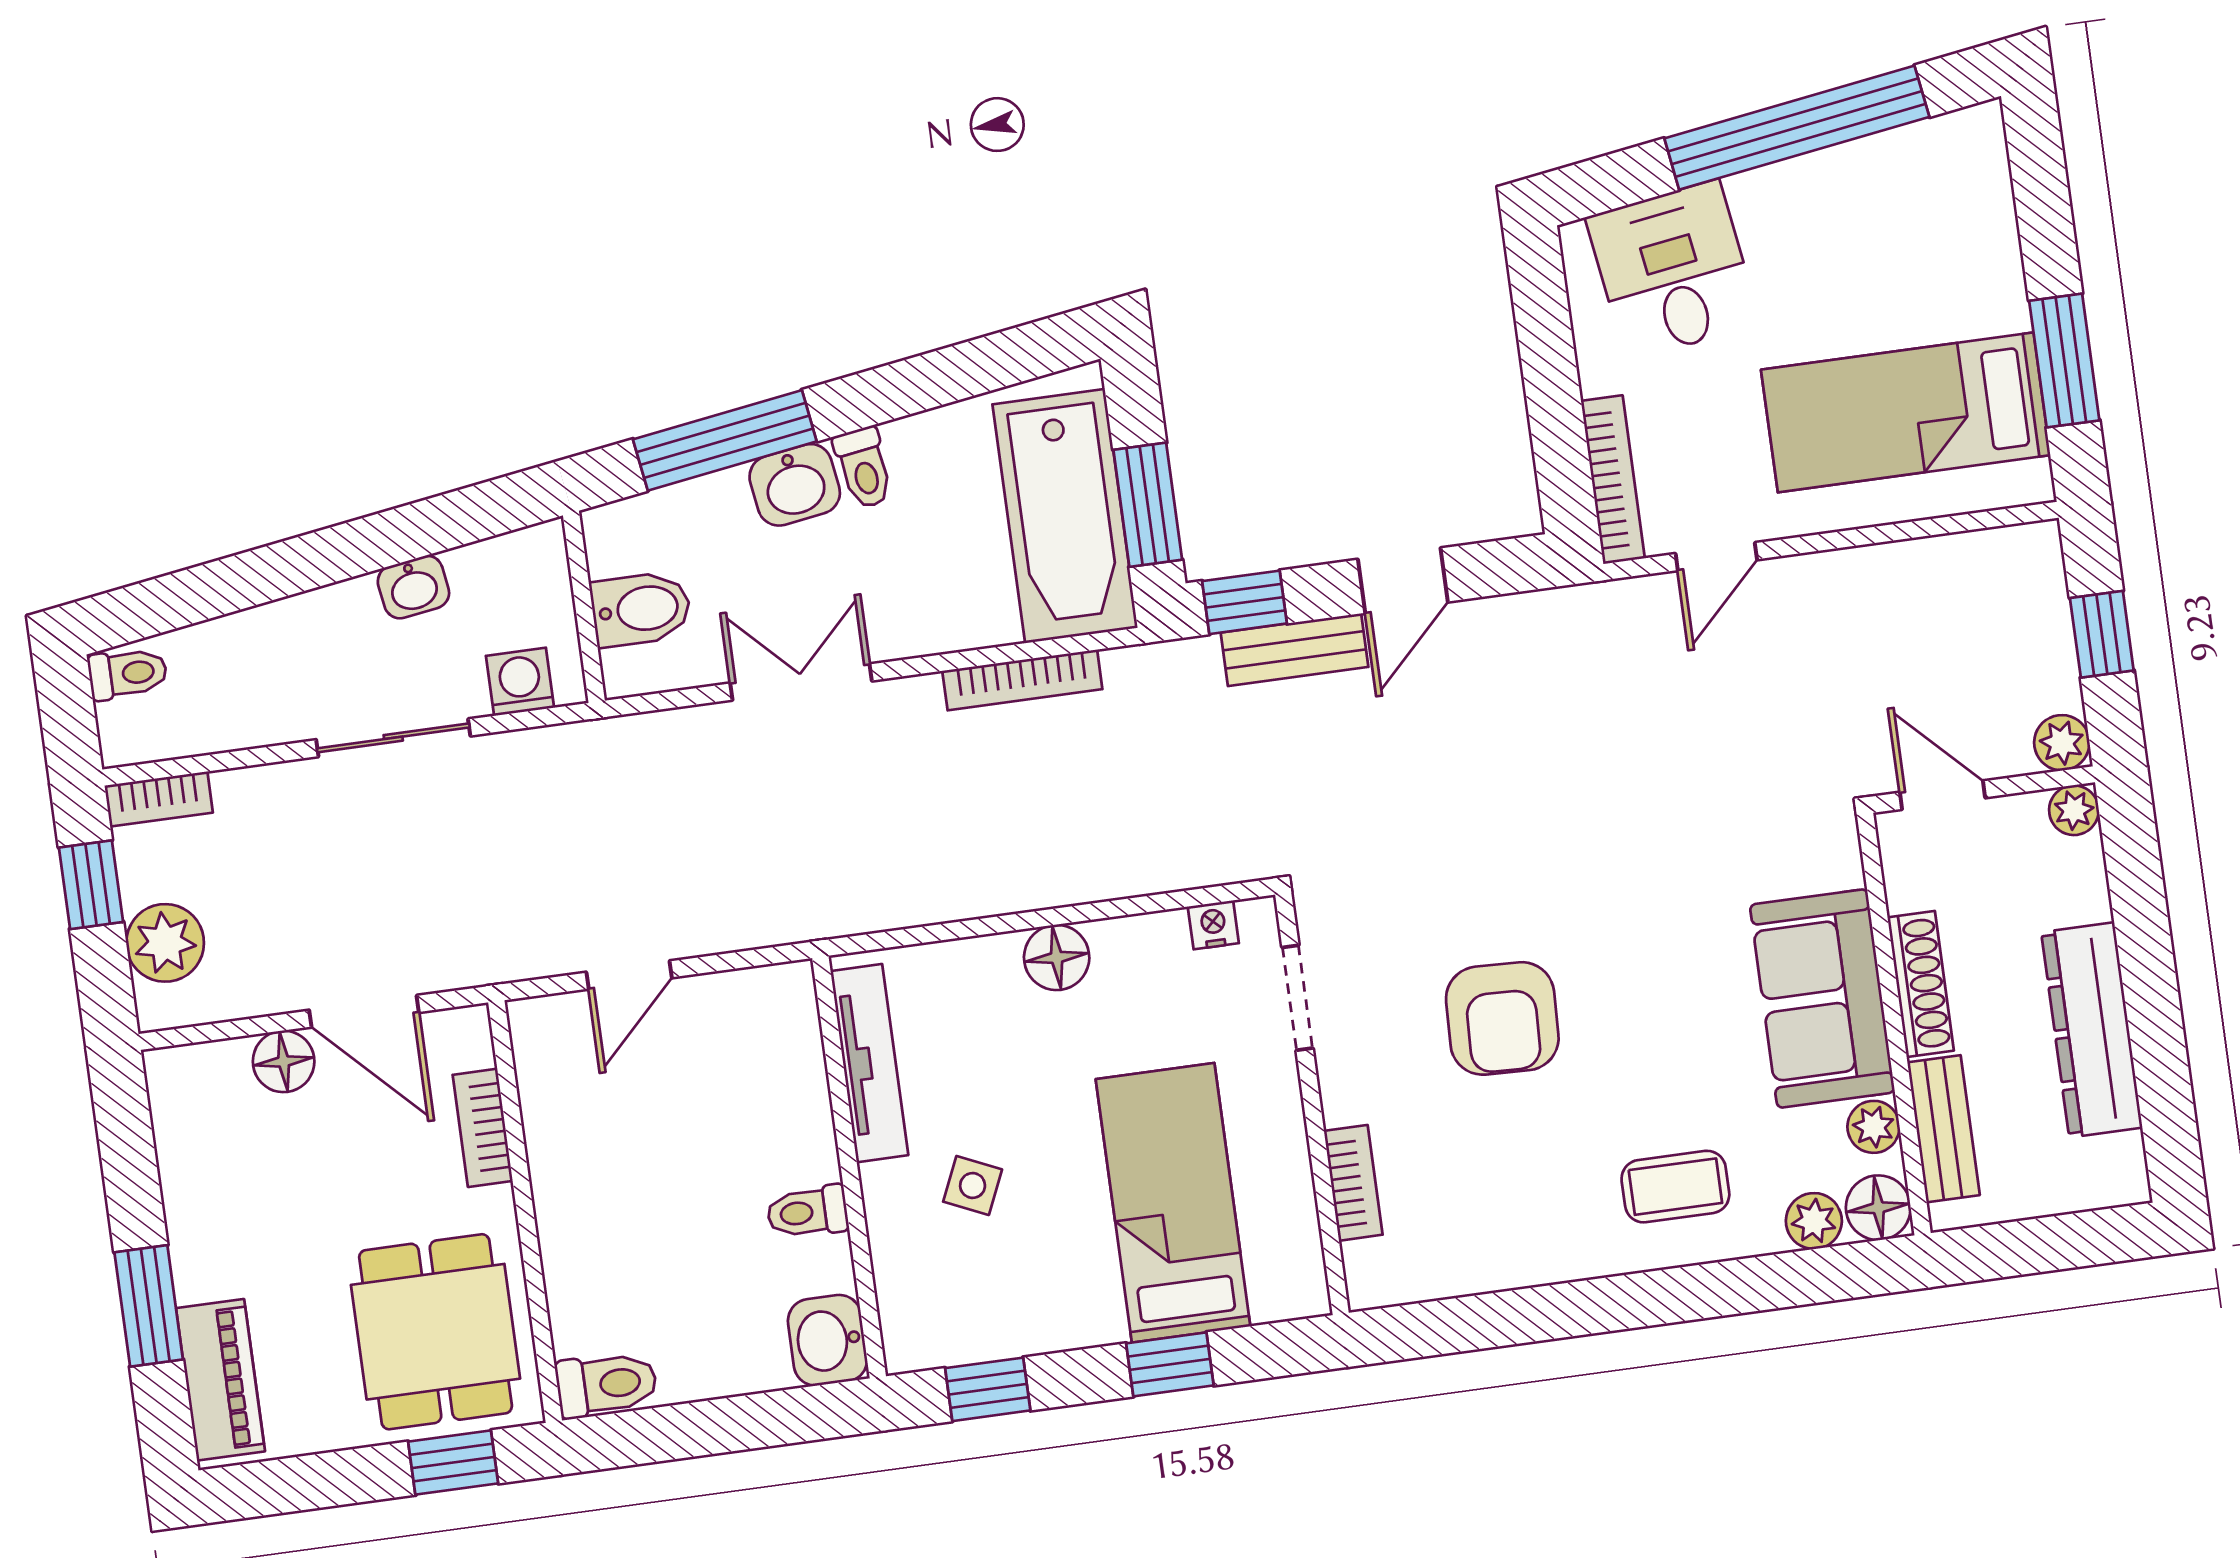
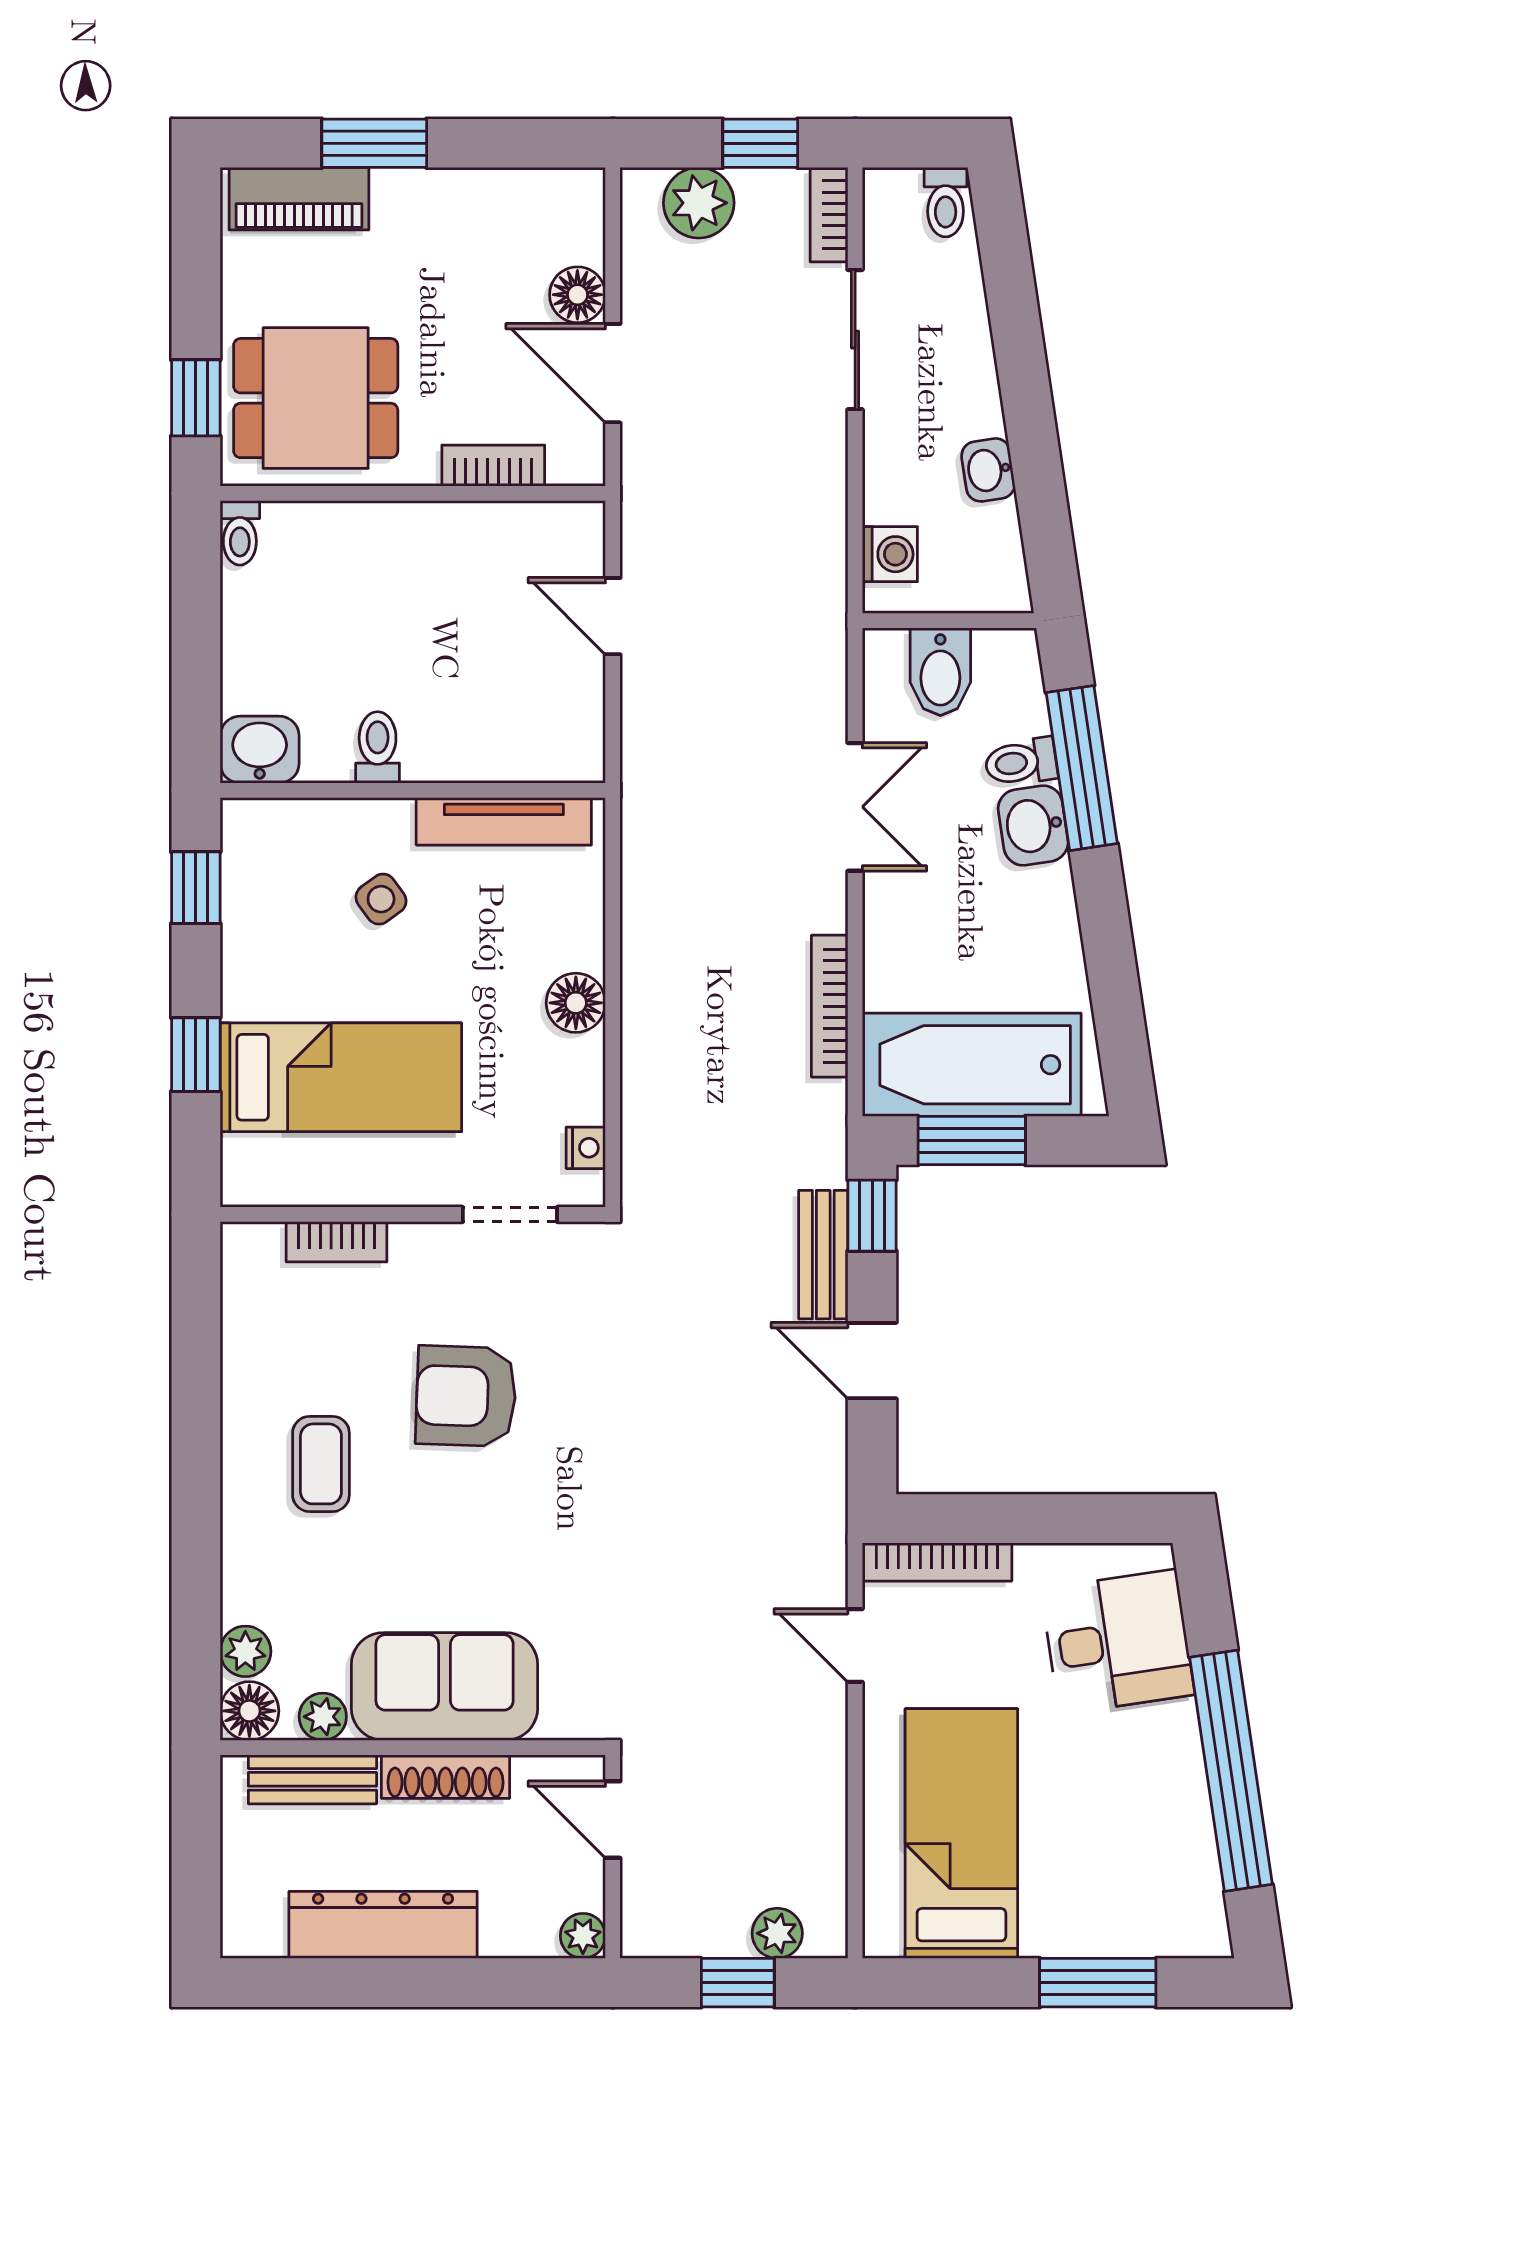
window: (2064, 361) -> (1098, 1983), moved
toilet: (864, 468) -> (1021, 762), moved
sliding door: (393, 738) -> (855, 340), moved
plant: (2062, 743) -> (777, 1933), moved
door: (1942, 795) -> (613, 1820), swing flipped
door: (364, 1011) -> (613, 373), hinge flipped
side table: (973, 1185) -> (381, 899), turned 30
coffee table: (1675, 1187) -> (321, 1464), moved
toilet: (606, 1384) -> (240, 533), width x0.73, depth x0.72

